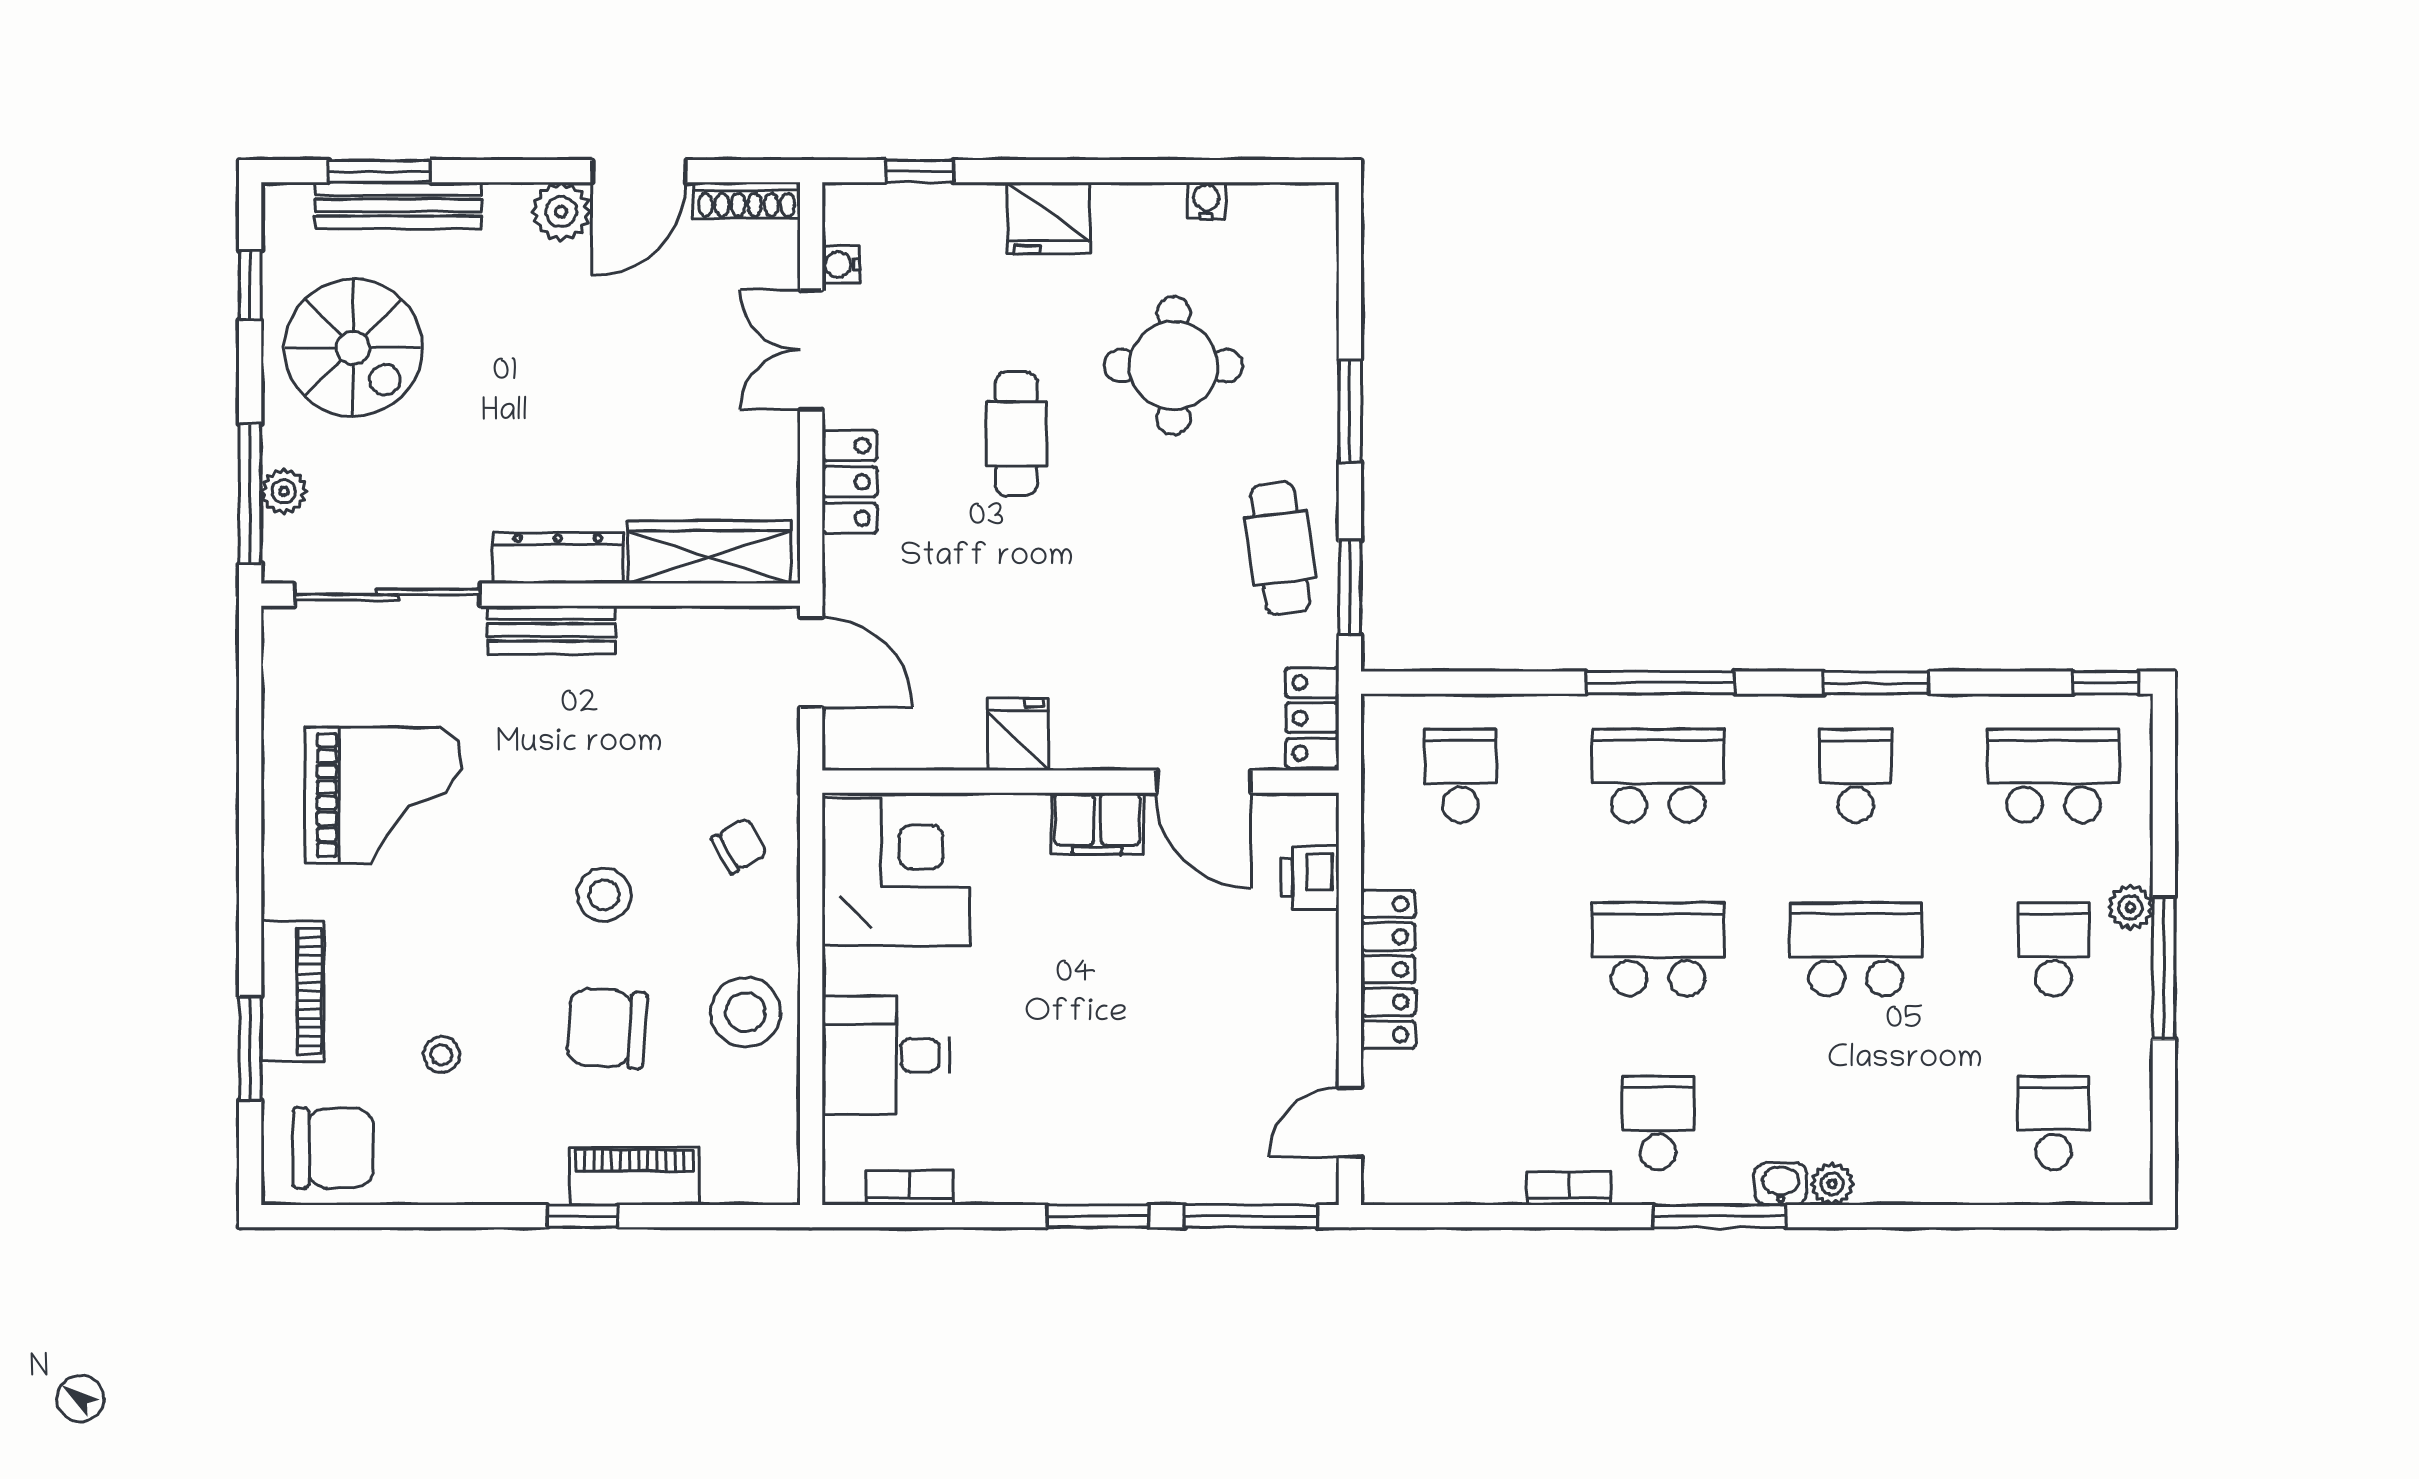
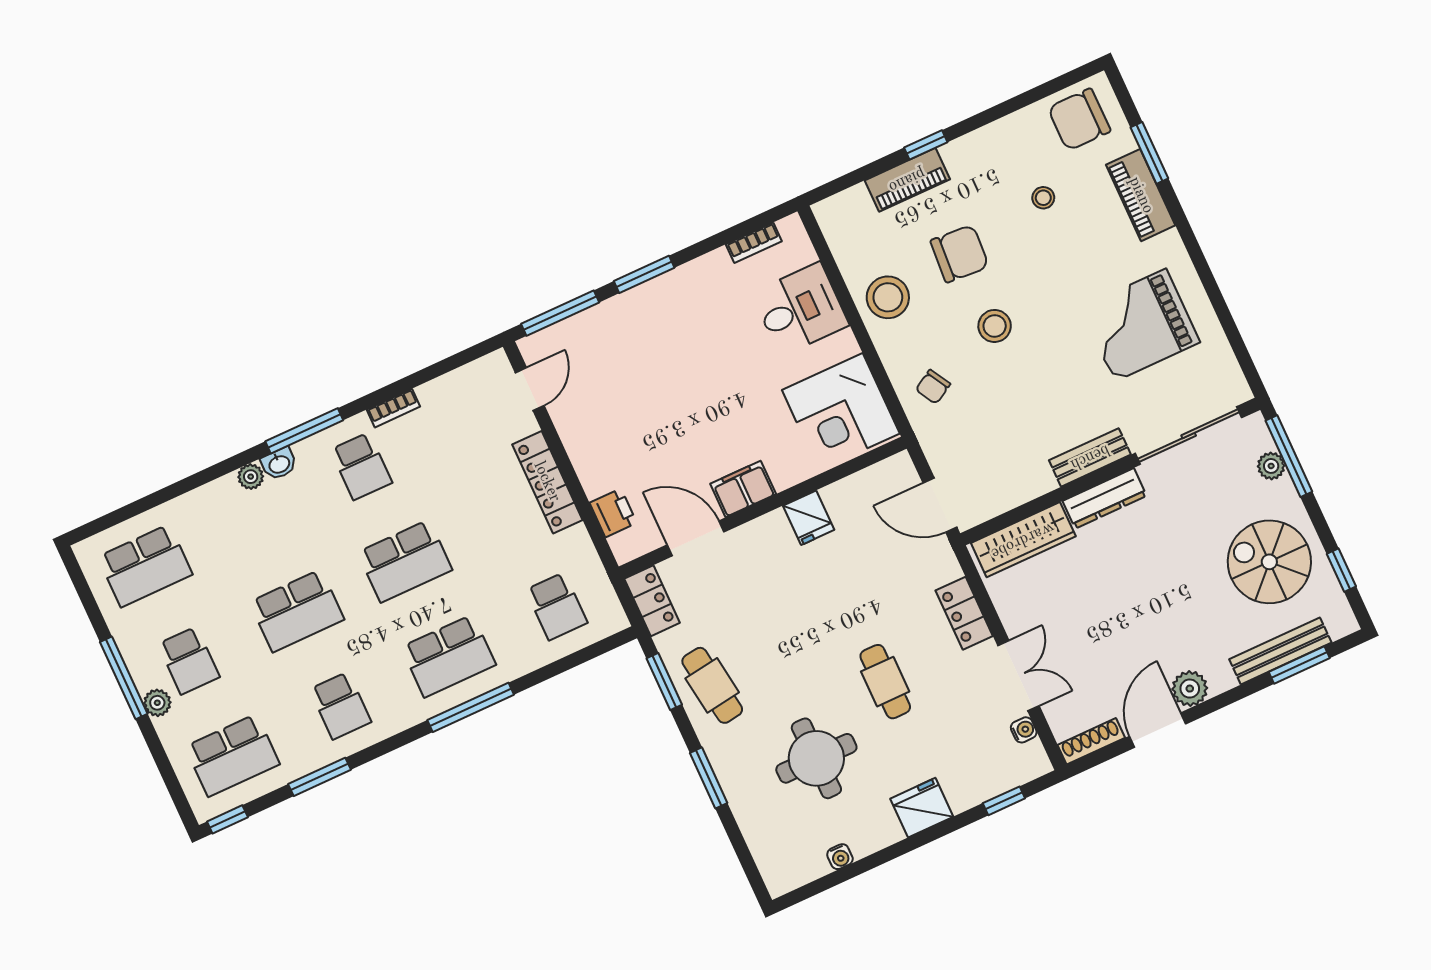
window: (1876, 683) -> (319, 777), moved
school desk: (2053, 1123) -> (145, 566), width x1.85

